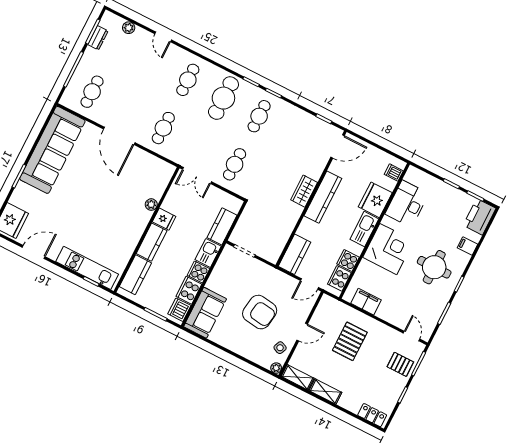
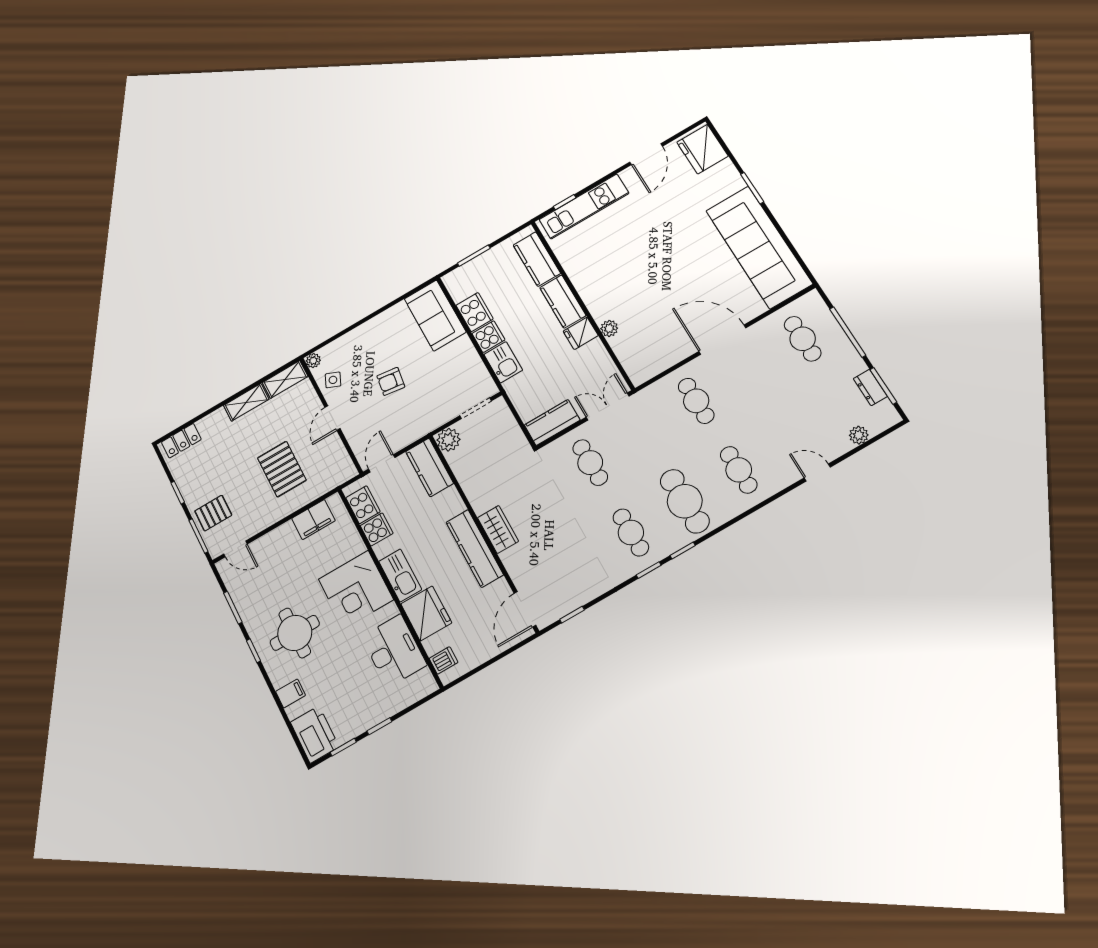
kitchen counter: (222, 226) -> (552, 422), moved, turned -90
plant: (272, 254) -> (448, 440), added
dishwasher: (179, 310) -> (460, 287), removed
armchair: (260, 312) -> (391, 381), width x0.53, depth x0.53

